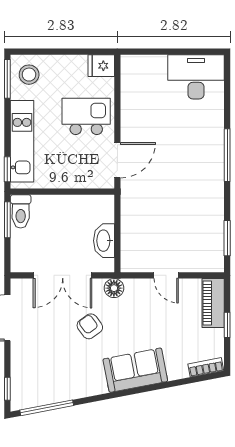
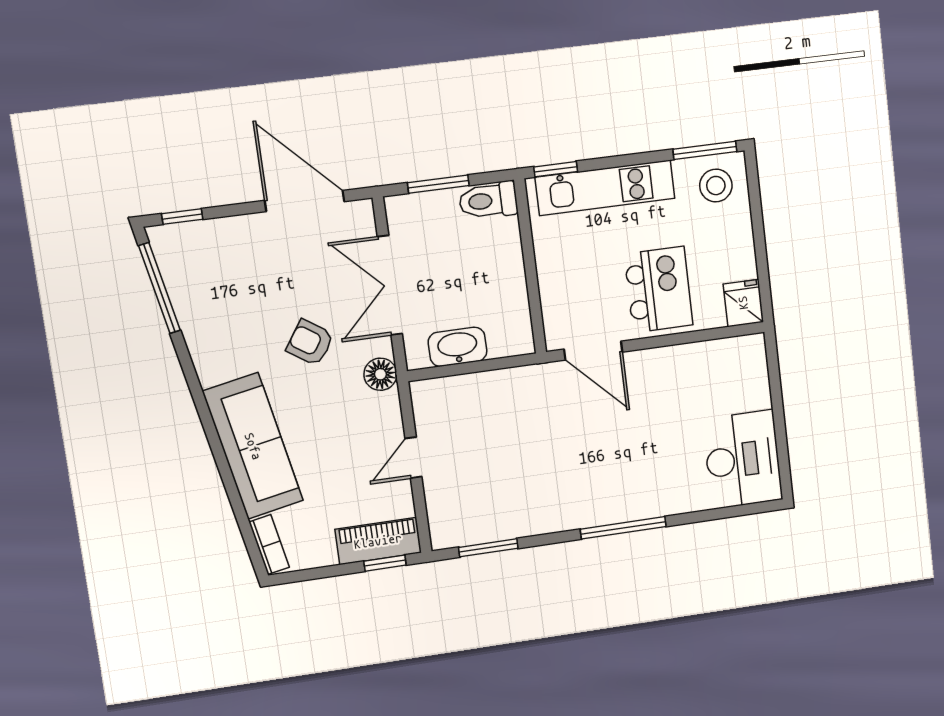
window: (7, 220) -> (438, 184), moved
window: (227, 325) -> (385, 563), moved
armchair: (90, 326) -> (310, 343), turned -110
sofa: (135, 370) -> (253, 446), width x1.36

